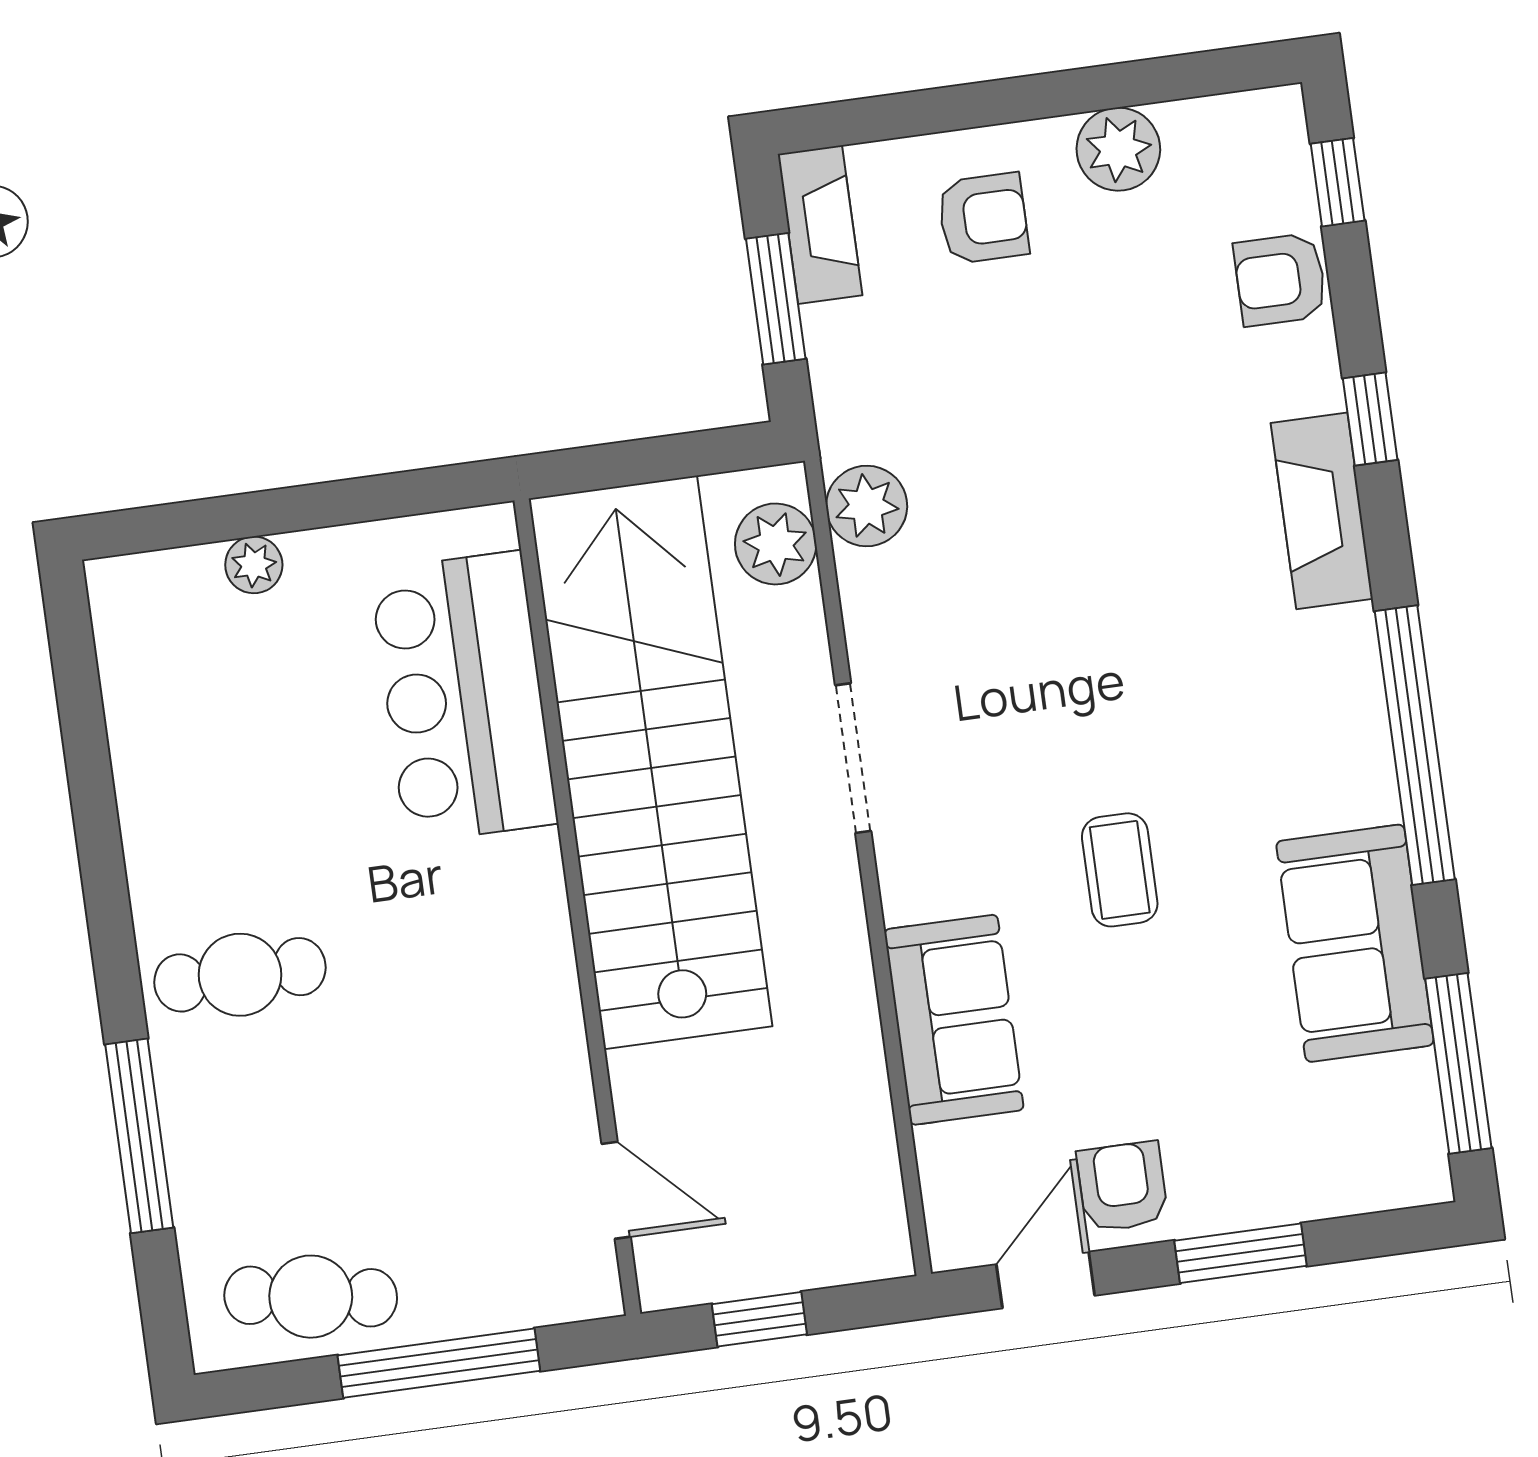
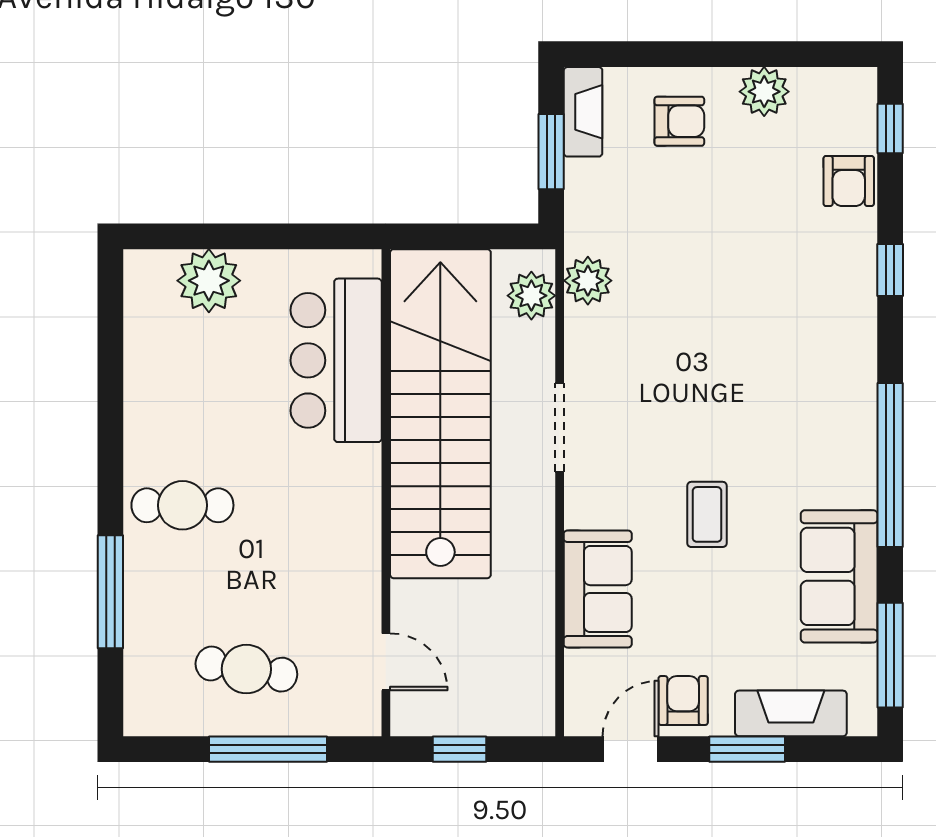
armchair: (1280, 279) -> (849, 181), turned -90
fireplace: (1322, 511) -> (791, 713), moved, turned 90
plant: (254, 565) -> (209, 281), width x1.88, depth x1.88
cafe table: (311, 1297) -> (246, 669), moved

